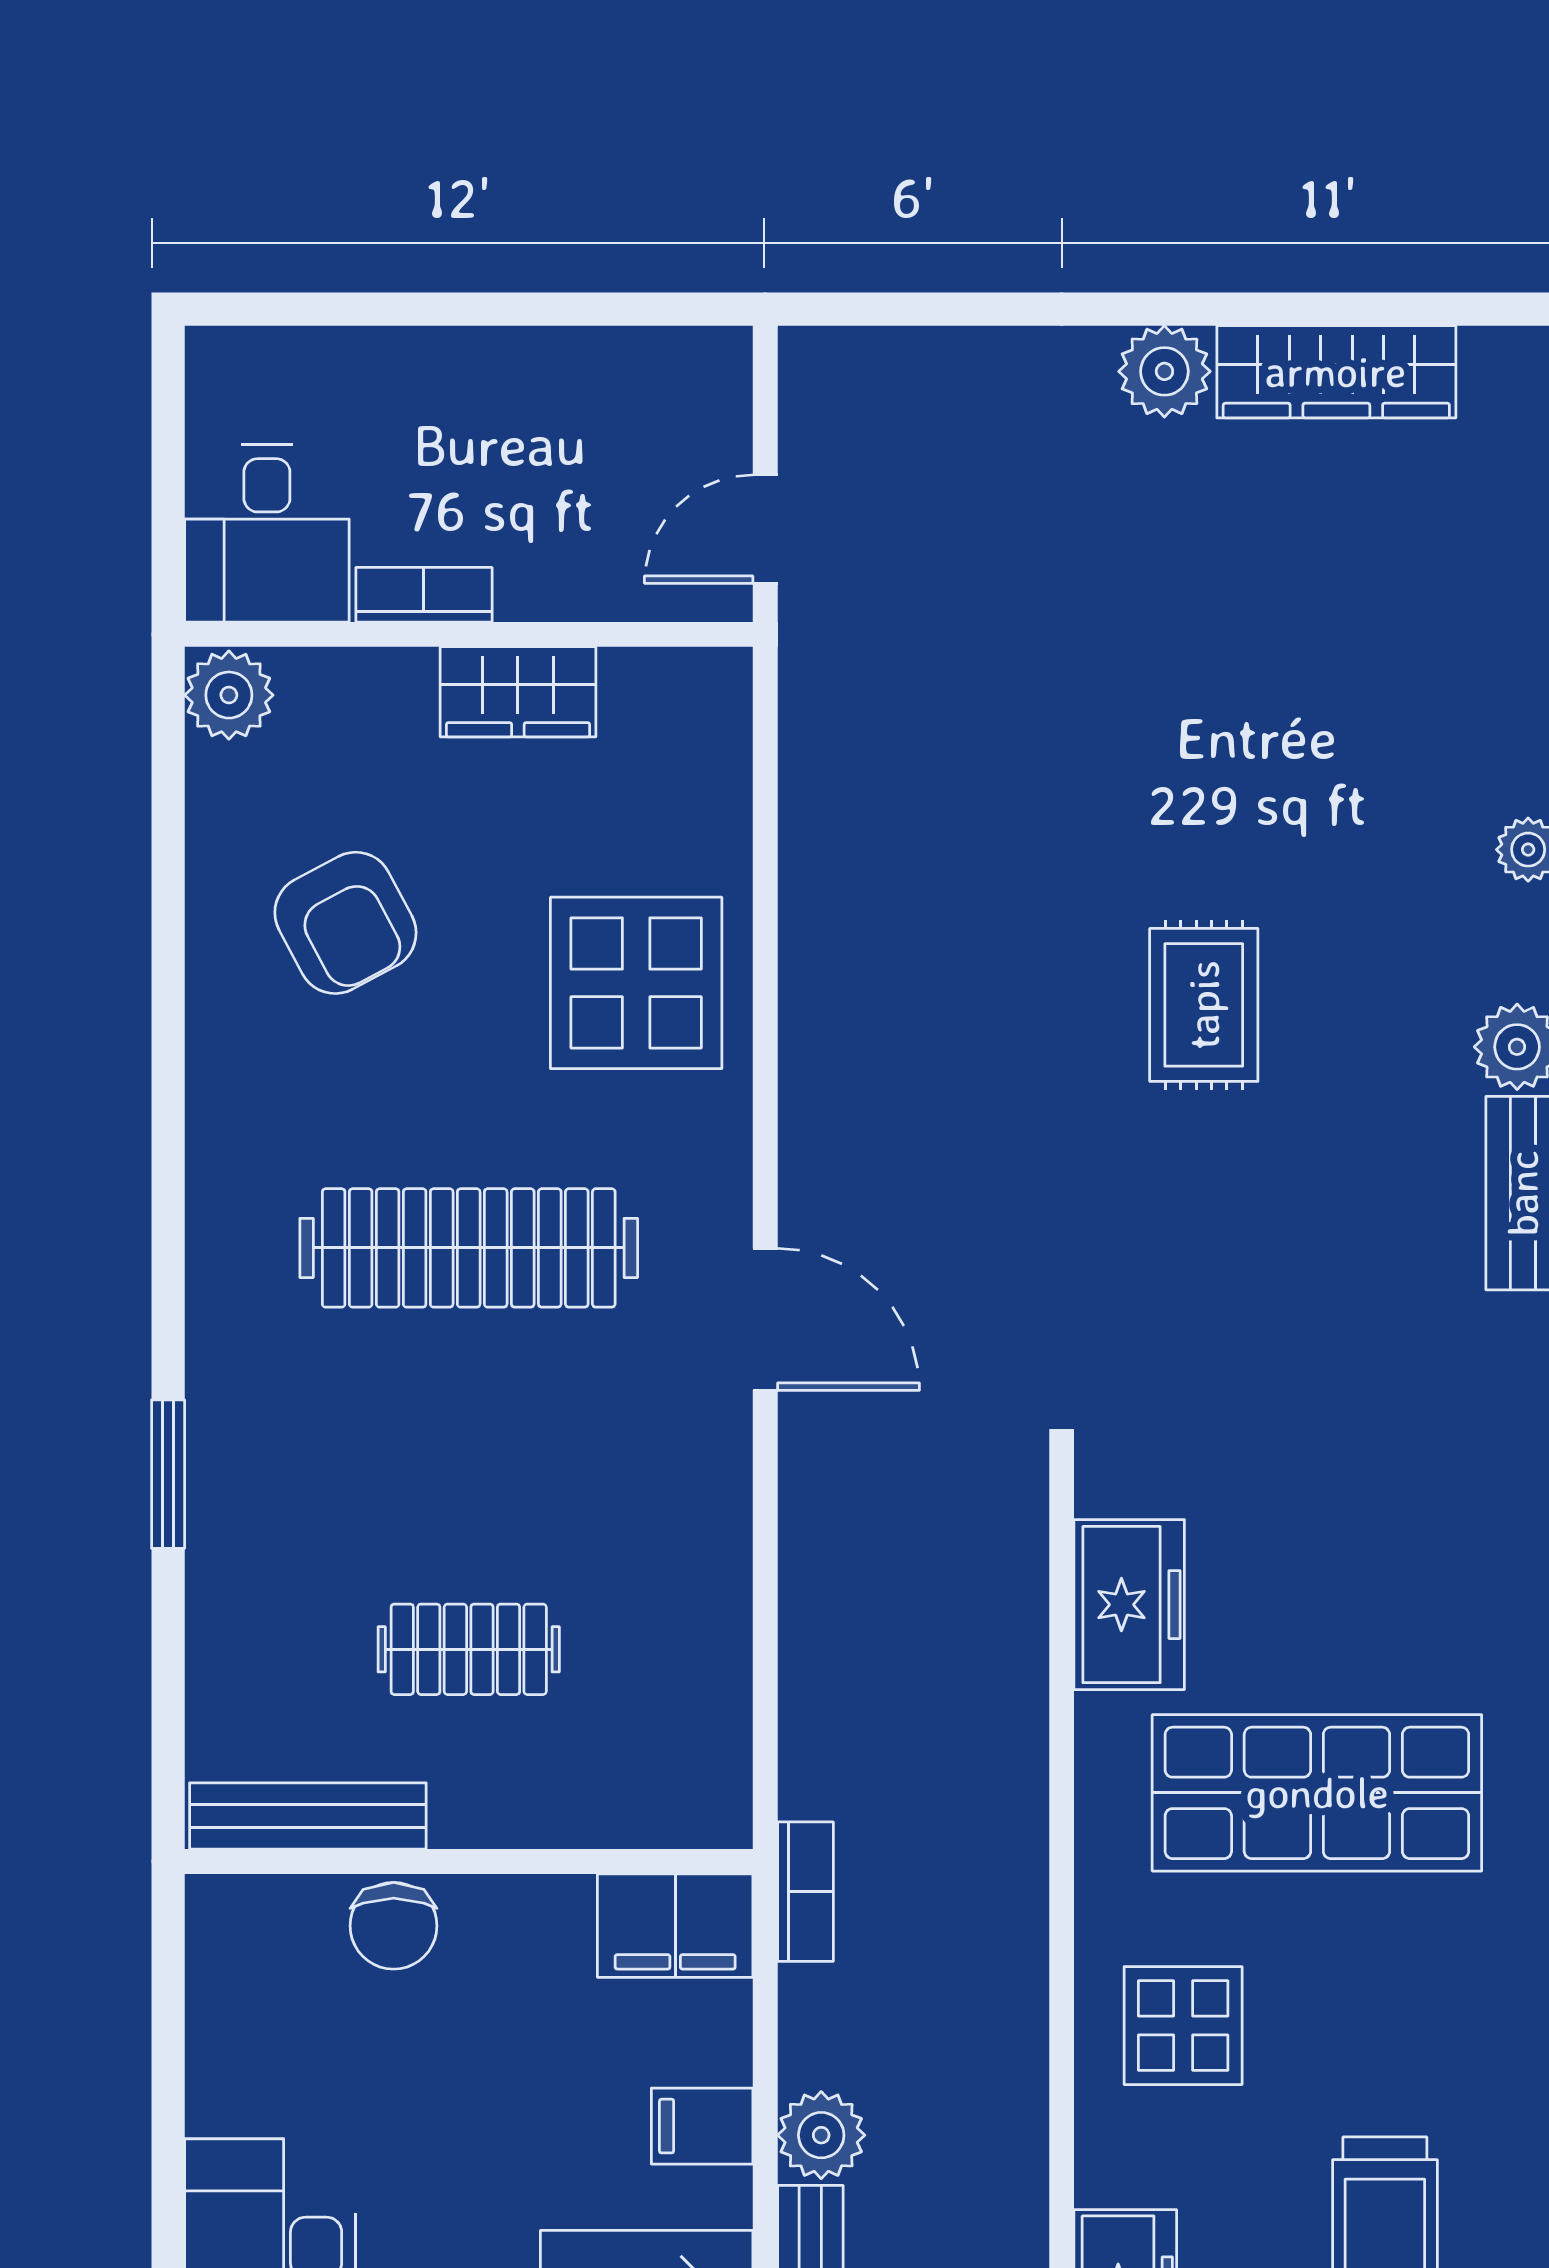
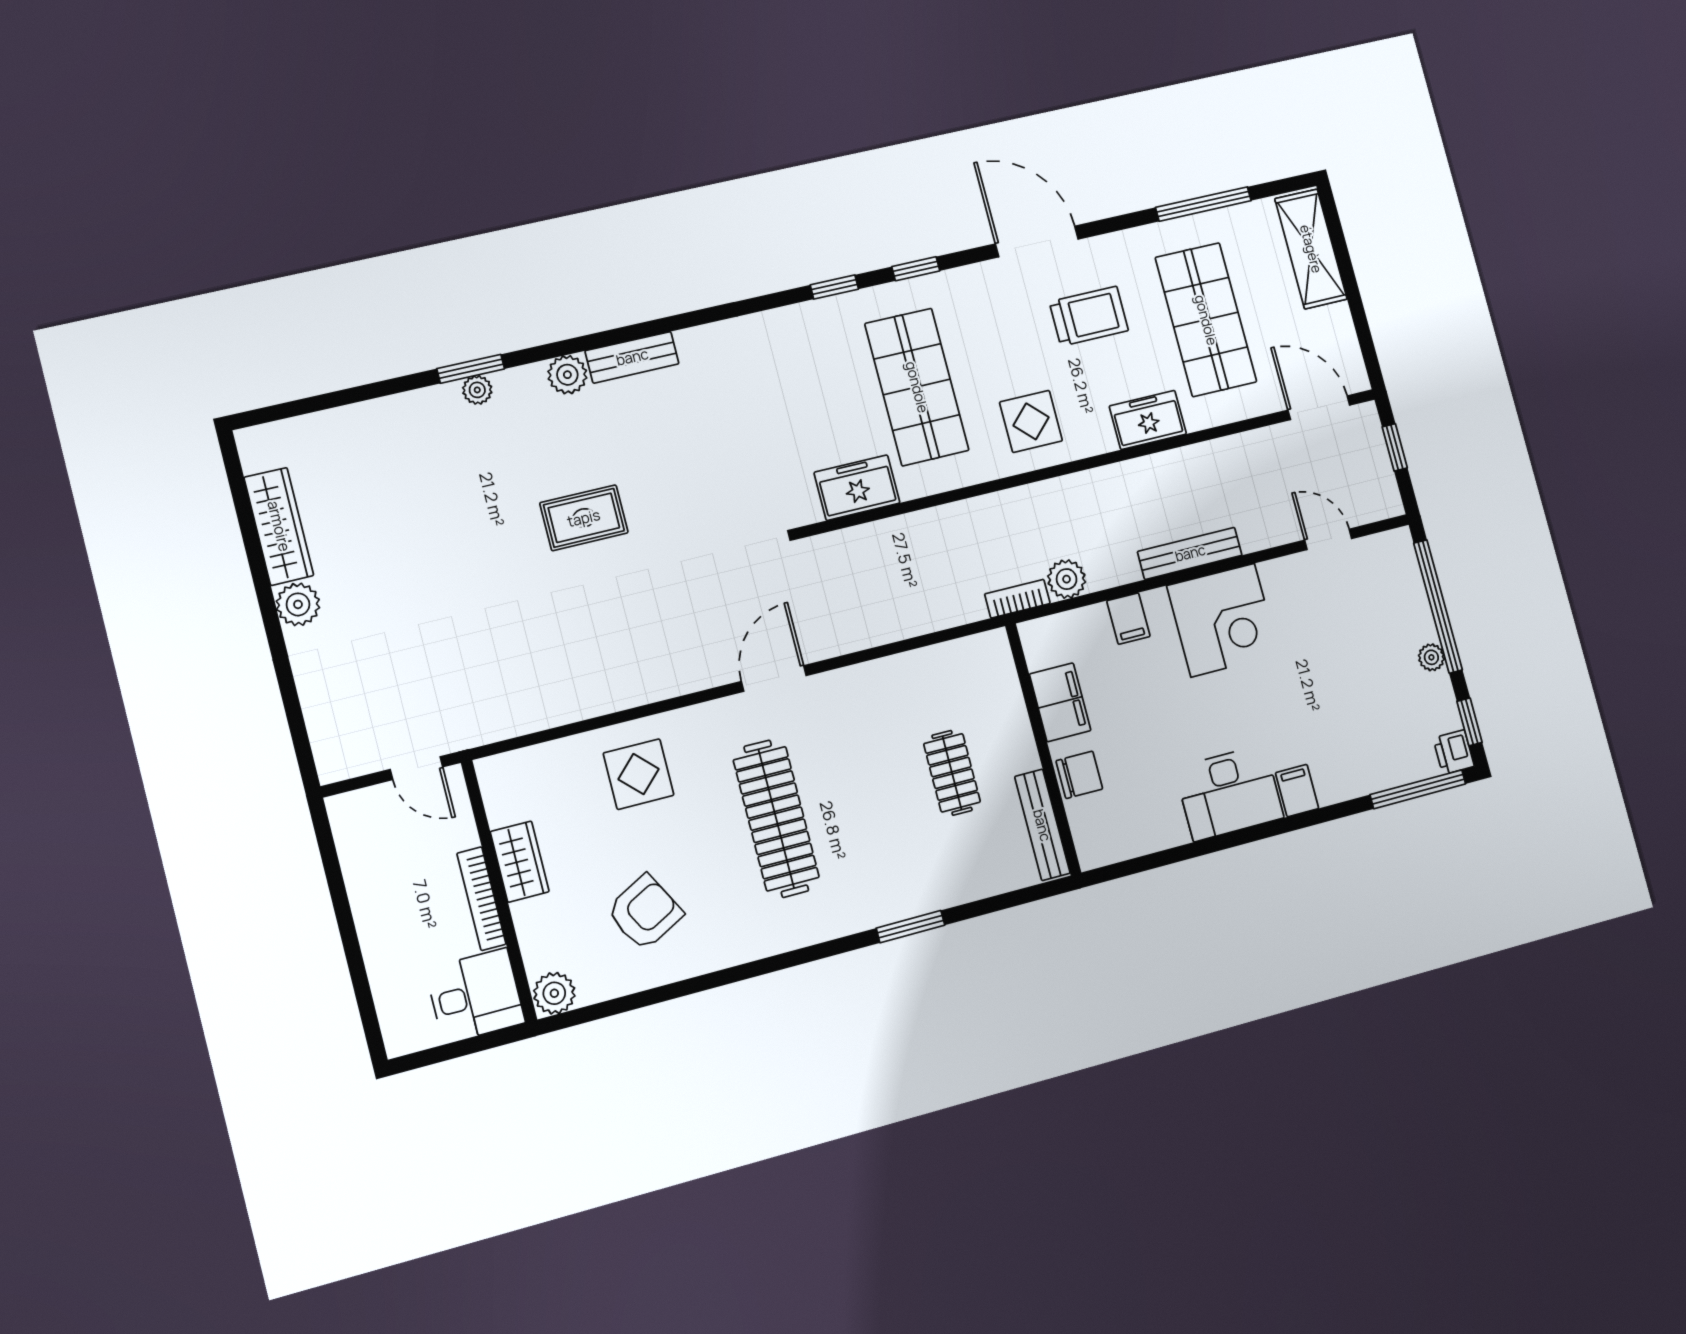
bookcase: (424, 595) -> (481, 899), width x1.56
display table: (636, 983) -> (639, 774), width x0.73, depth x0.73
filing cabinet: (675, 1926) -> (1060, 702), moved
plant: (821, 2135) -> (1067, 579), moved

